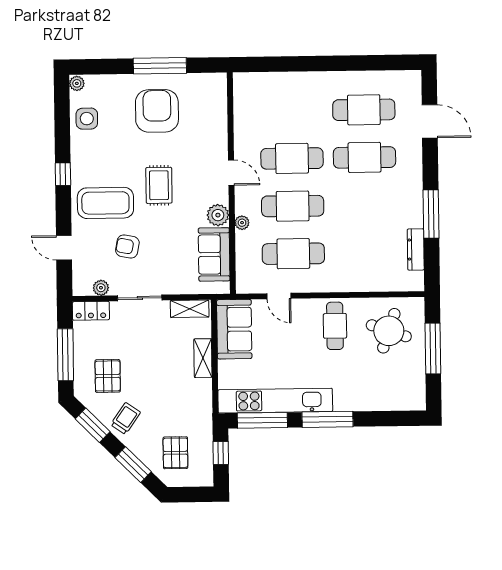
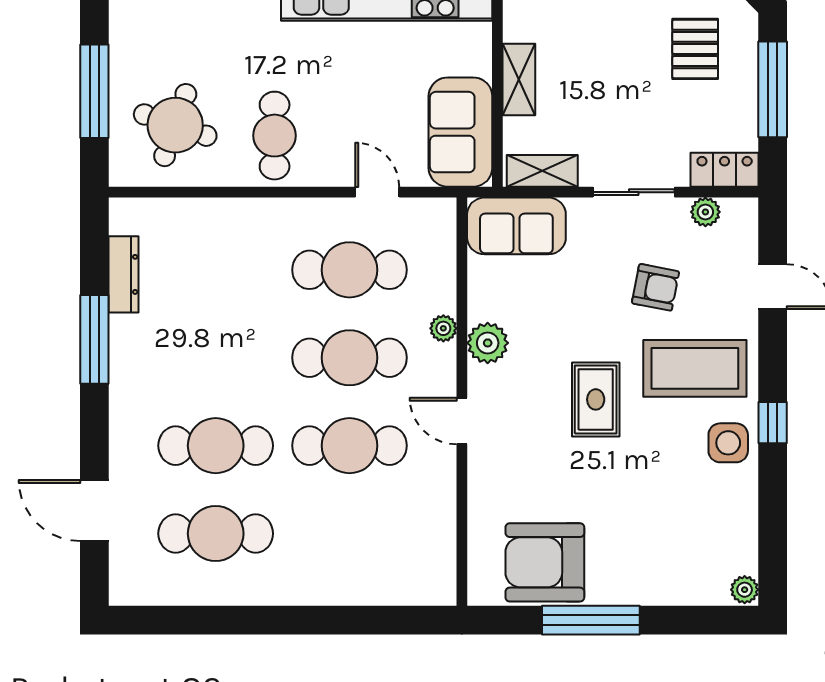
armchair: (157, 111) -> (545, 562), moved, turned 90
side table: (87, 119) -> (728, 443), moved
sofa: (214, 254) -> (516, 226), moved, turned 90

